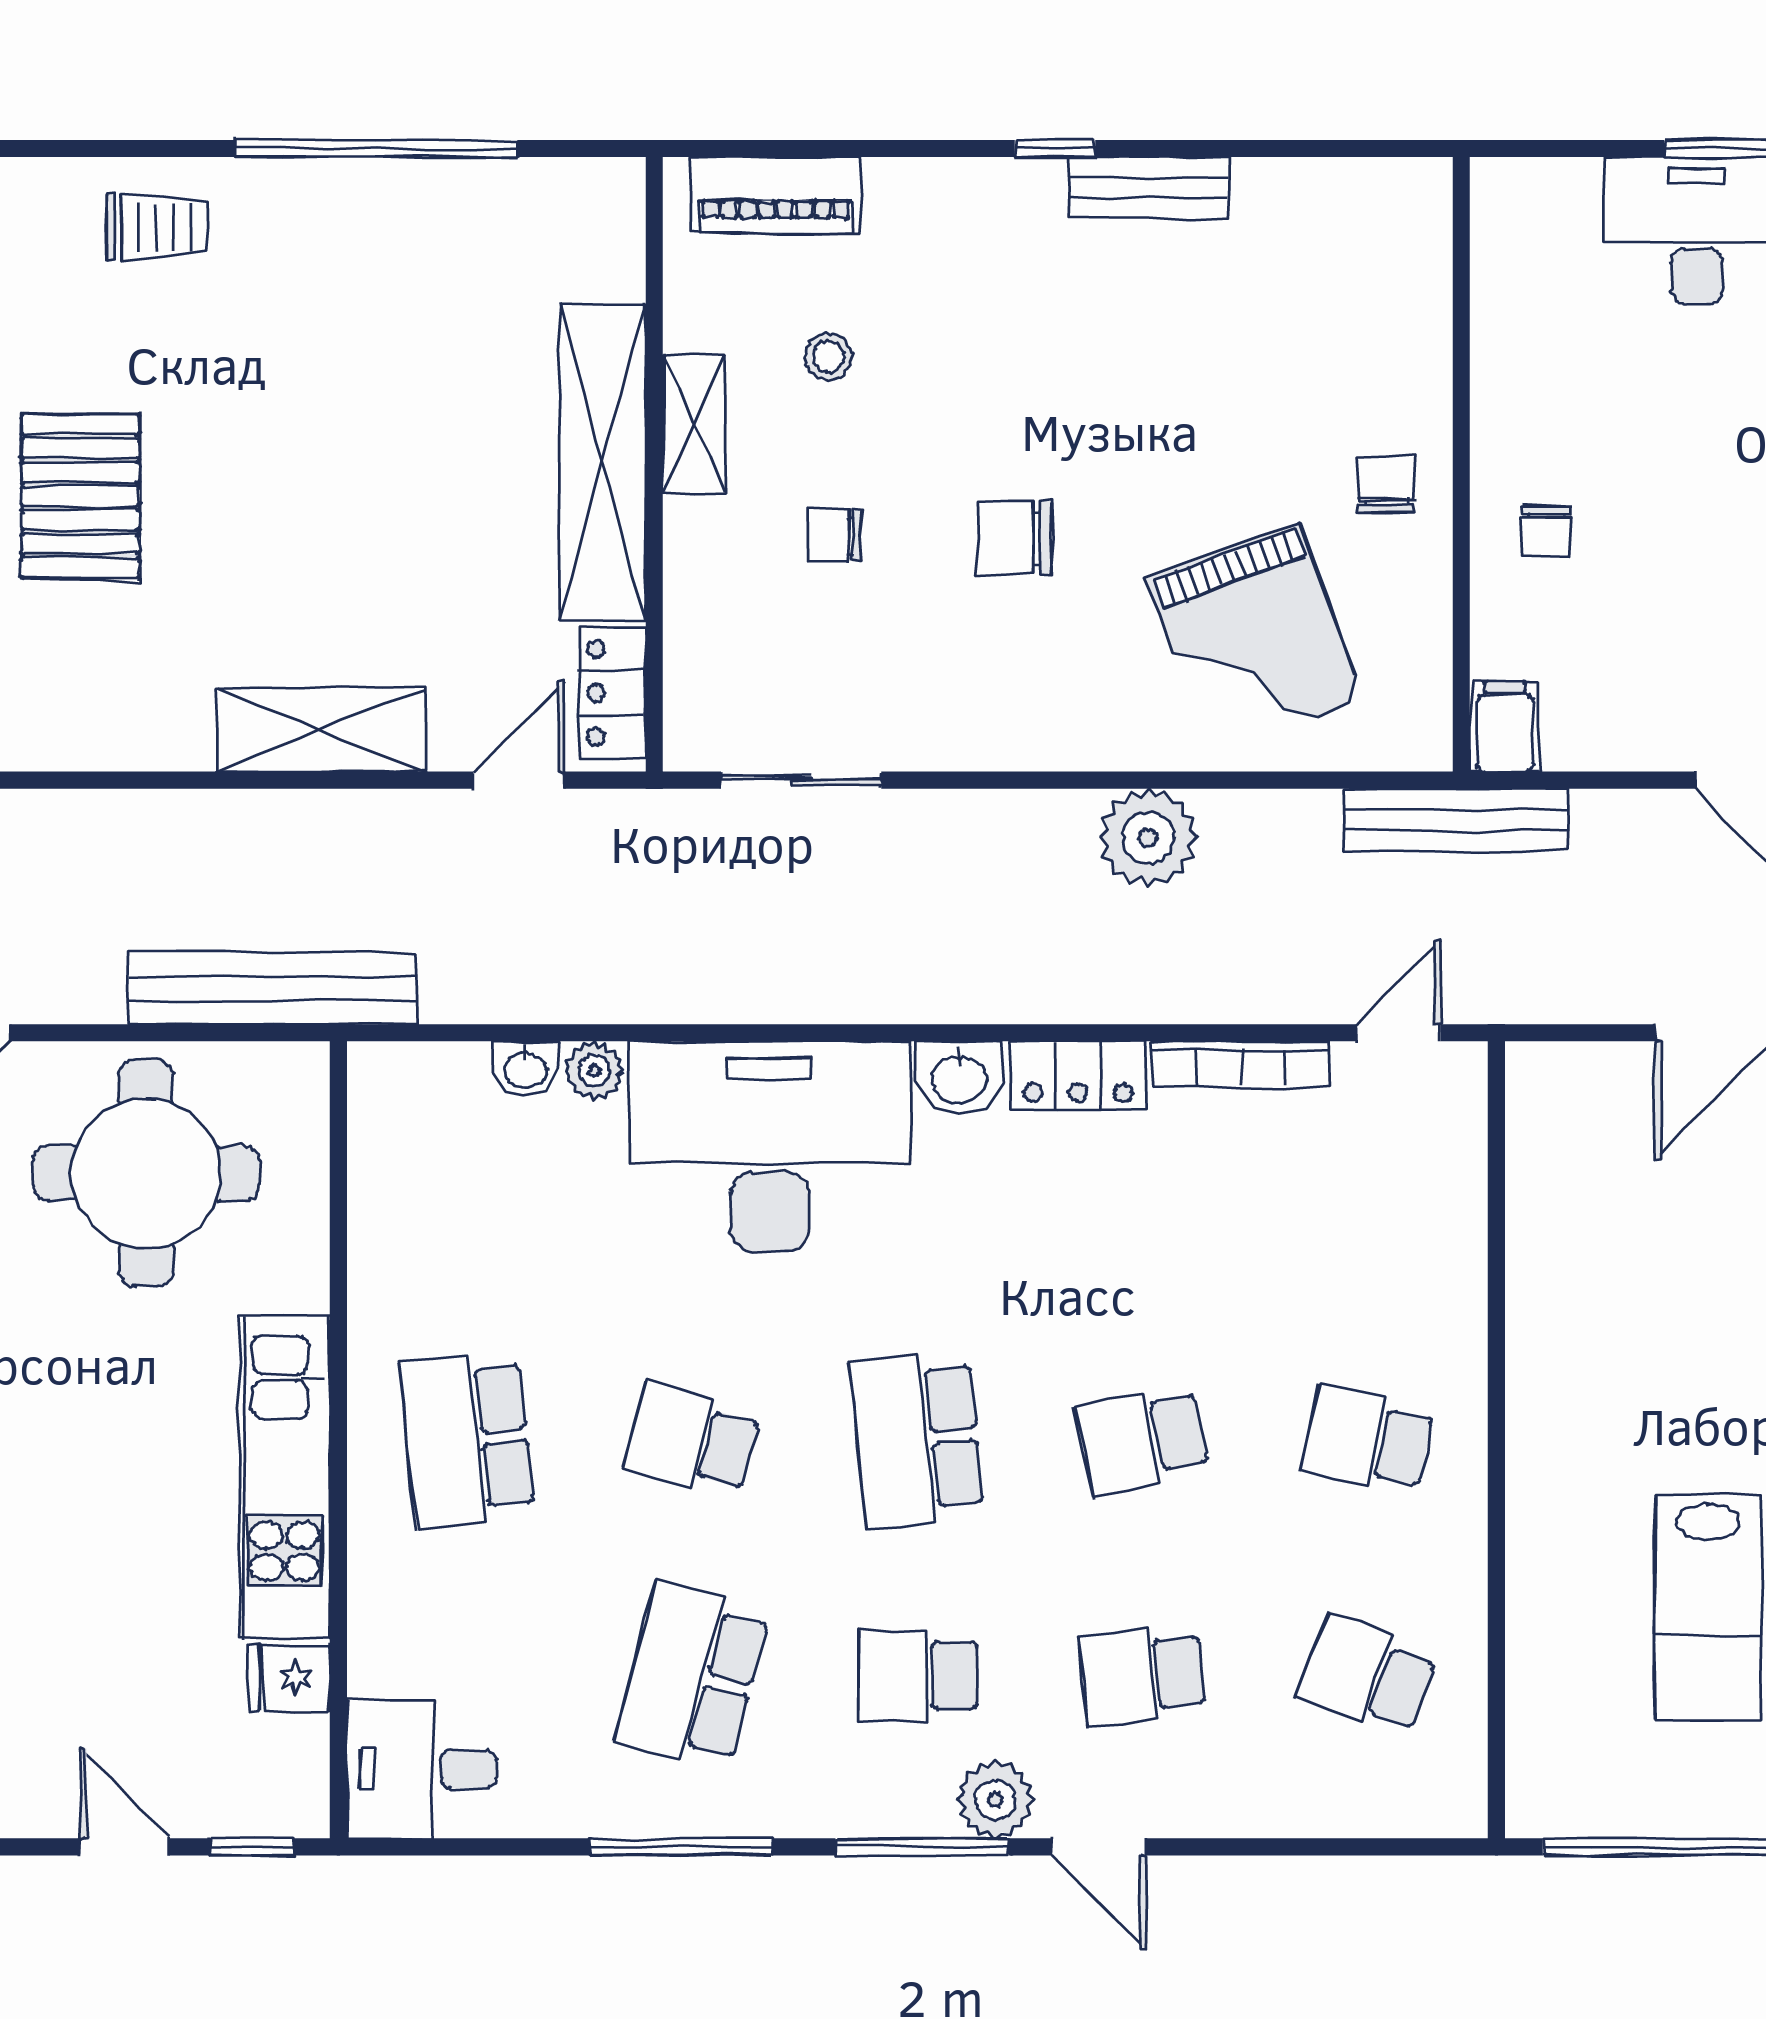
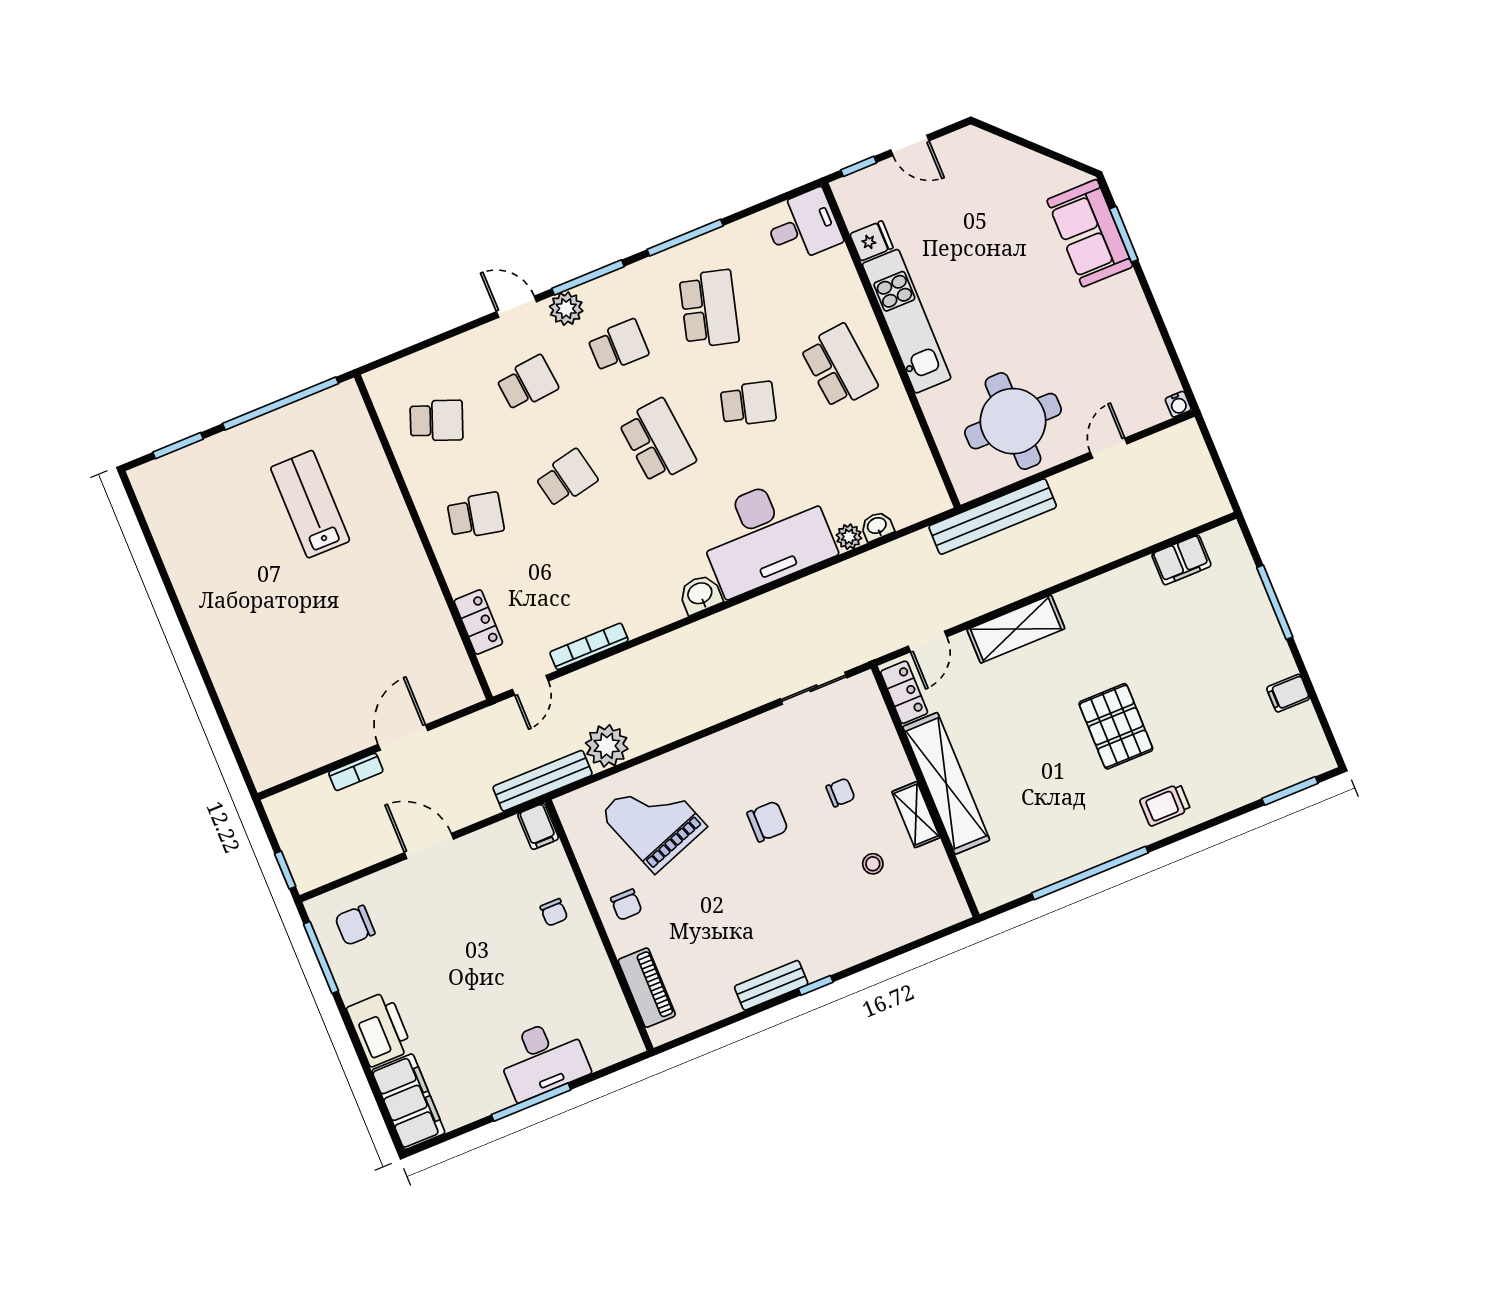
piano: (776, 195) -> (647, 988), moved, turned 90
pallet: (80, 496) -> (1116, 726), moved
chair: (1546, 531) -> (554, 912), turned 180
plant: (1148, 838) -> (607, 746), moved
locker: (1078, 1075) -> (478, 622), moved, turned 90

